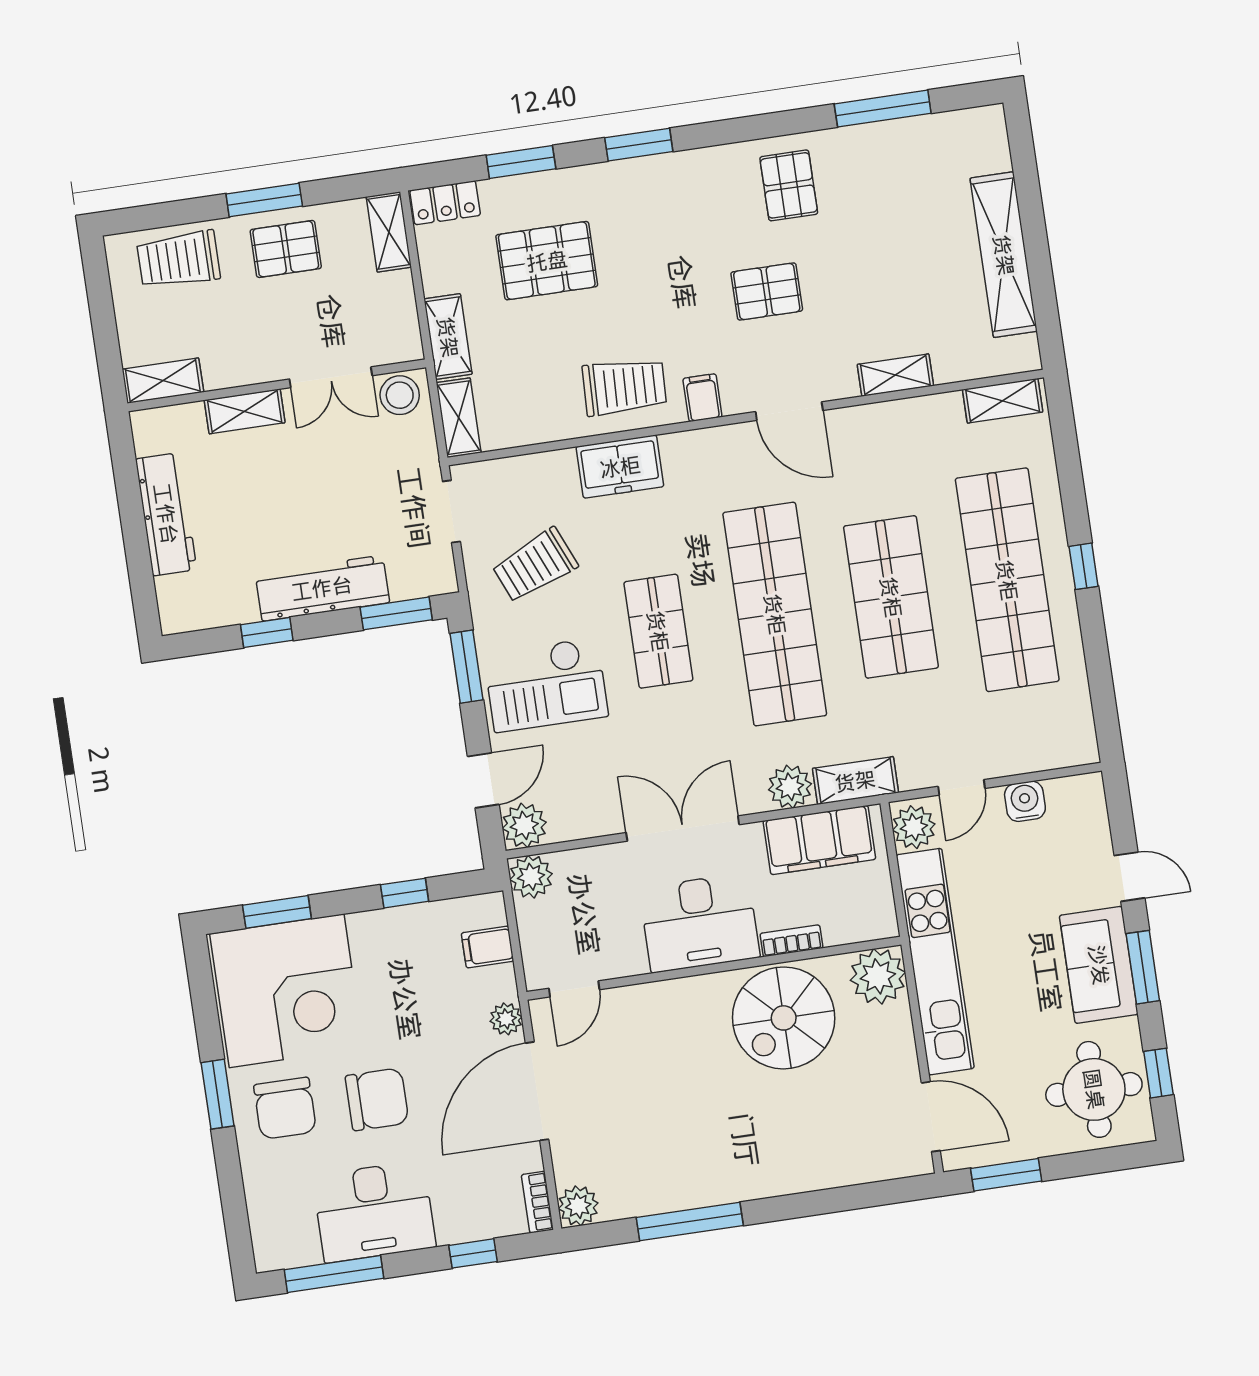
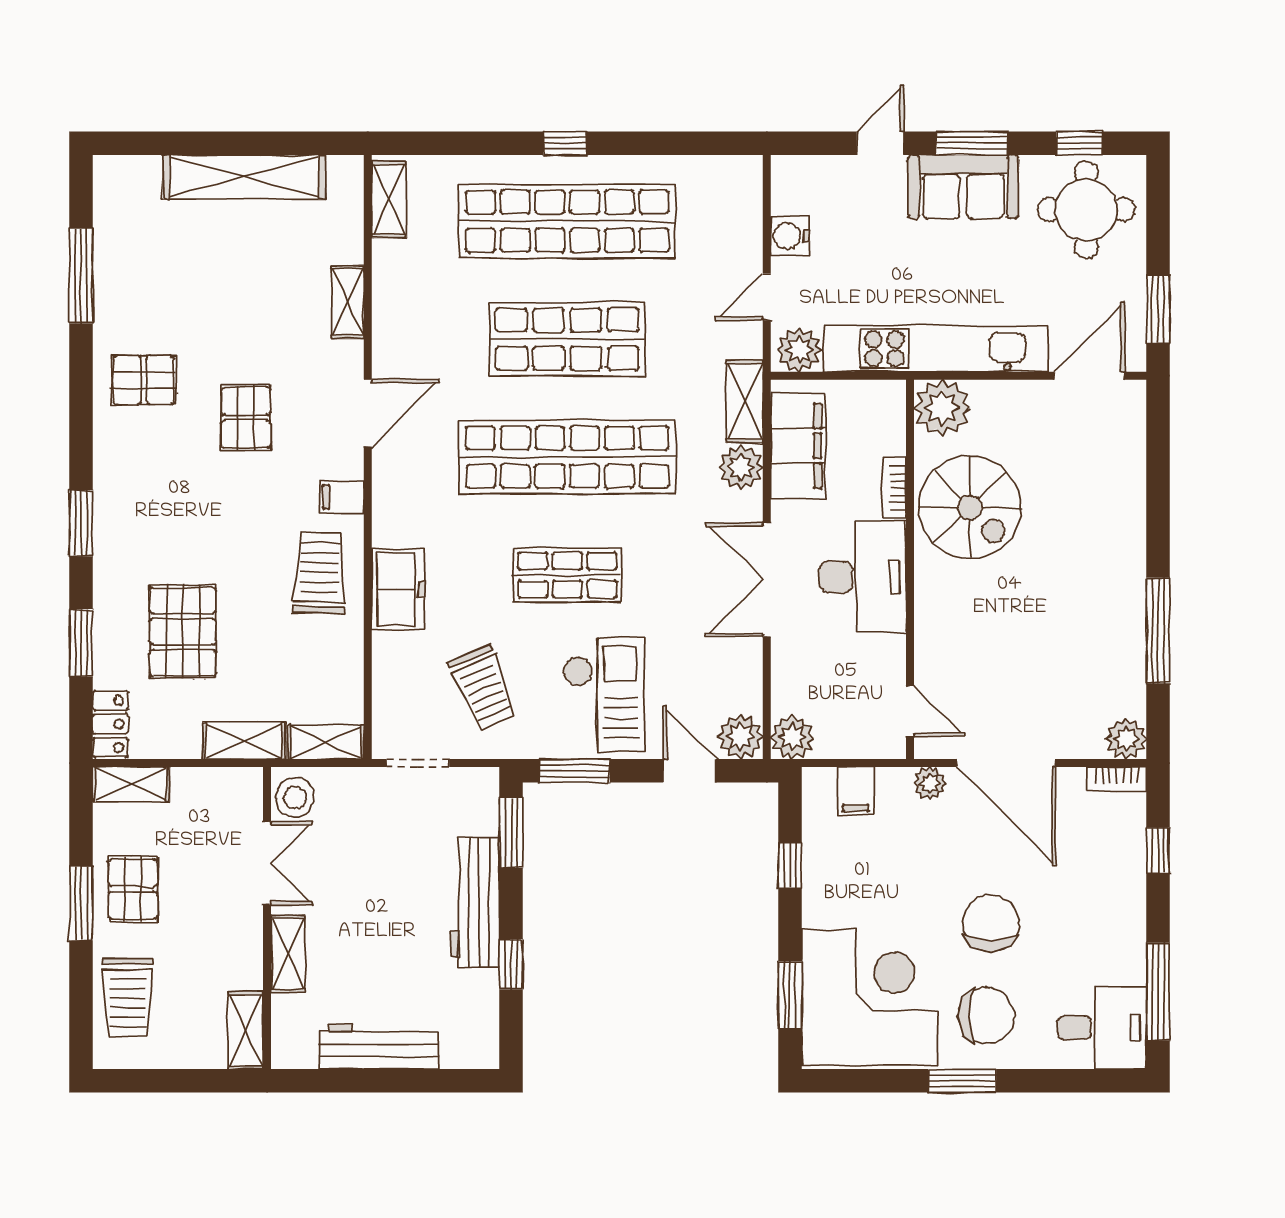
door: (961, 787) -> (767, 297), swing flipped
desk: (374, 1211) -> (1102, 1028), moved, width x0.73

